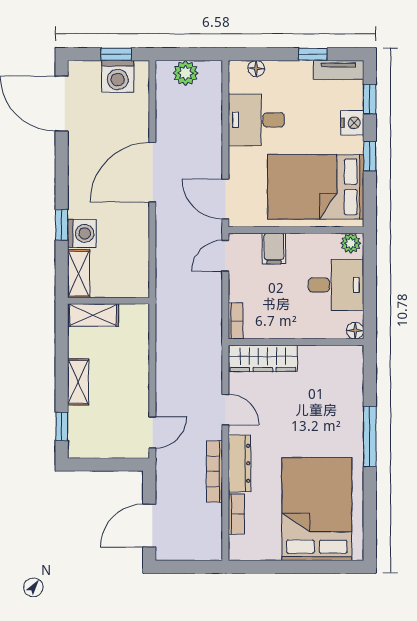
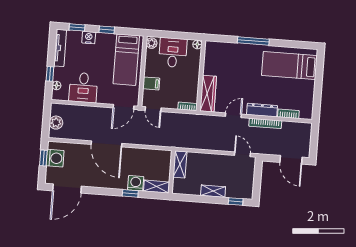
window: (313, 54) -> (50, 74), moved
tv unit: (339, 70) -> (60, 48), width x1.41
bed: (316, 187) -> (126, 60), width x0.67
shelving: (93, 315) -> (180, 164), moved
bed: (317, 509) -> (289, 66), width x0.67

